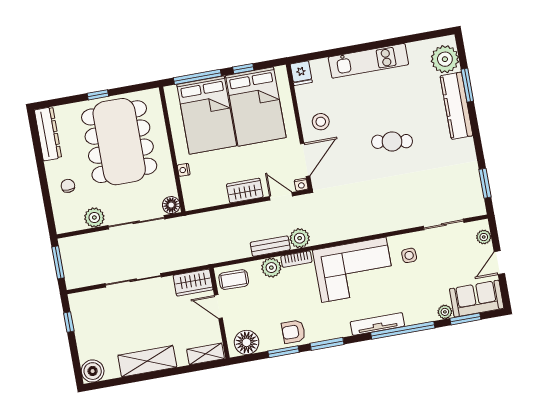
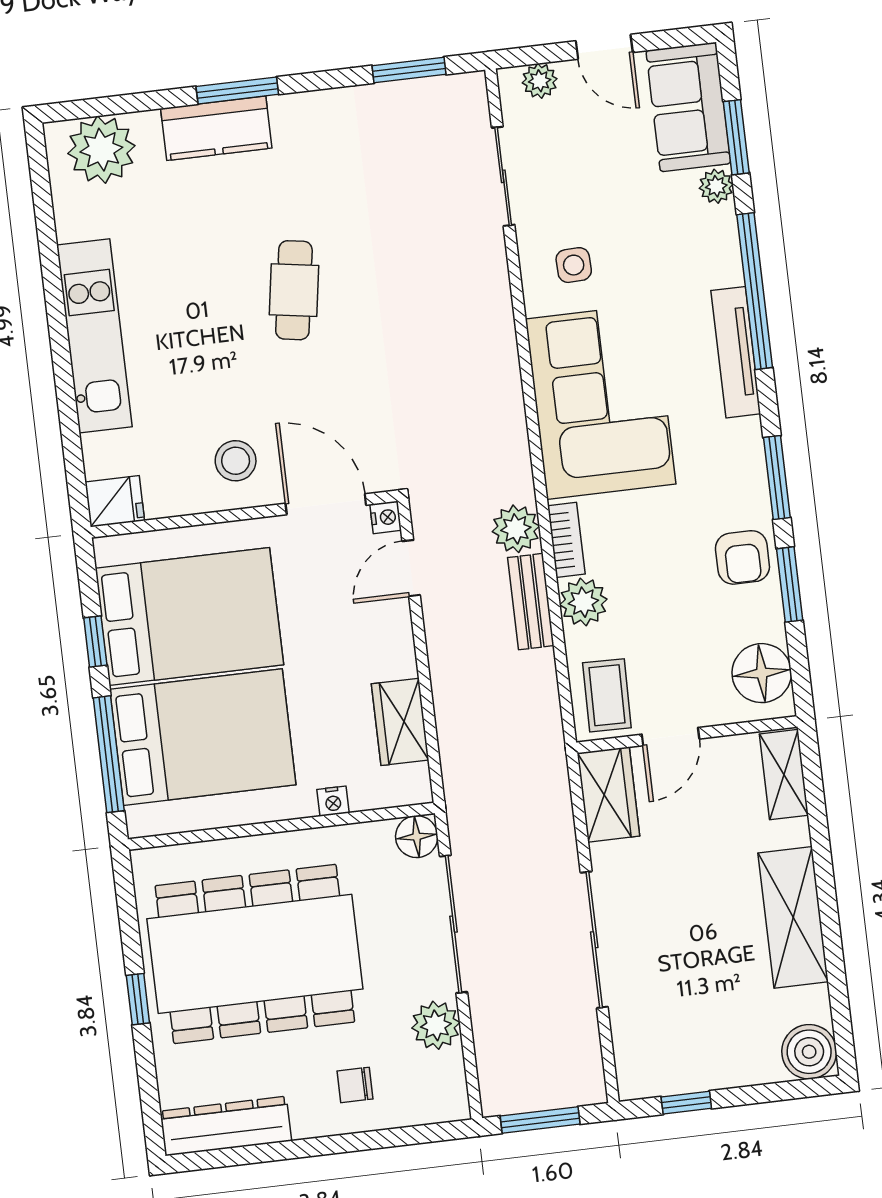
window: (467, 85) -> (237, 90), moved
kitchen counter: (456, 106) -> (216, 128), width x0.67
wardrobe: (245, 191) -> (400, 722), moved

